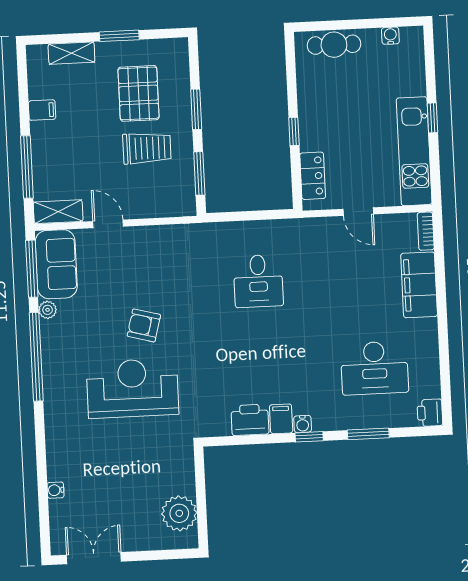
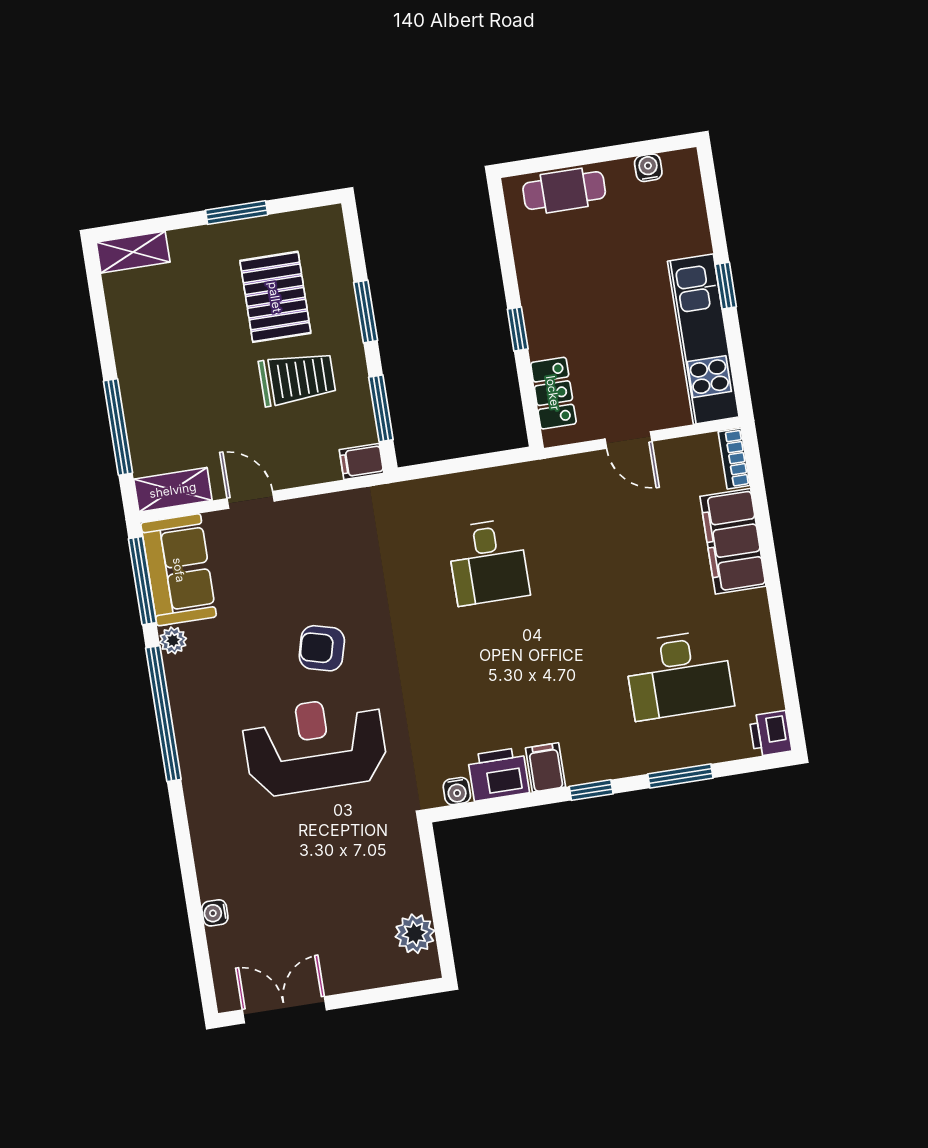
shelving: (71, 53) -> (133, 252), moved
filing cabinet: (42, 110) -> (362, 461), moved, turned 180
water cooler: (303, 424) -> (457, 791), moved
plant: (179, 513) -> (415, 934), width x0.73, depth x0.73

